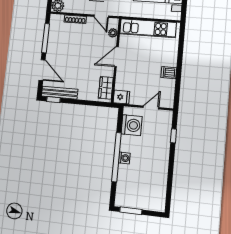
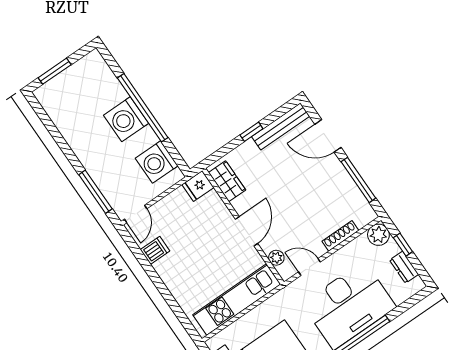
dishwasher: (169, 73) -> (155, 250), moved
window: (53, 100) -> (251, 132), moved
door: (151, 108) -> (136, 214), moved
window: (173, 136) -> (95, 192), width x2.17
washing machine: (124, 158) -> (126, 119), width x1.89, depth x1.89
window: (131, 211) -> (55, 71), moved

